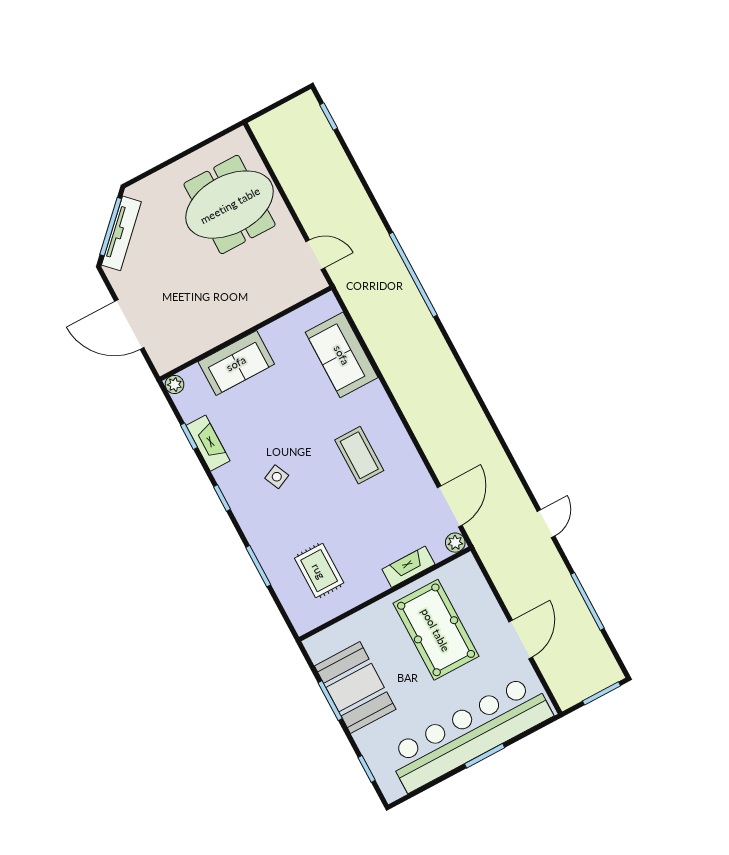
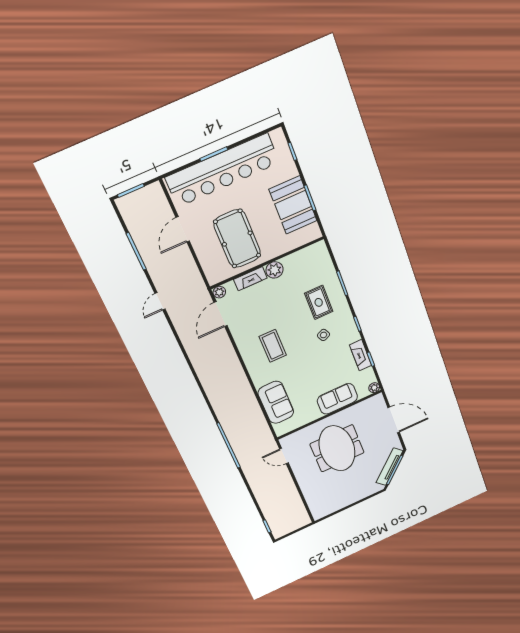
meeting table: (230, 205) -> (337, 448), moved, turned 90
rug: (319, 571) -> (319, 302), moved
plant: (372, 583) -> (275, 270), added

